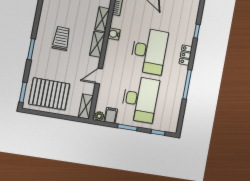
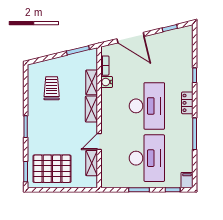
water cooler: (114, 34) -> (107, 82), moved
trolley: (61, 38) -> (52, 88), moved
shelving: (86, 107) -> (92, 163), moved
filing cabinet: (111, 115) -> (187, 180), moved
plant: (99, 116) -> (107, 183), removed

